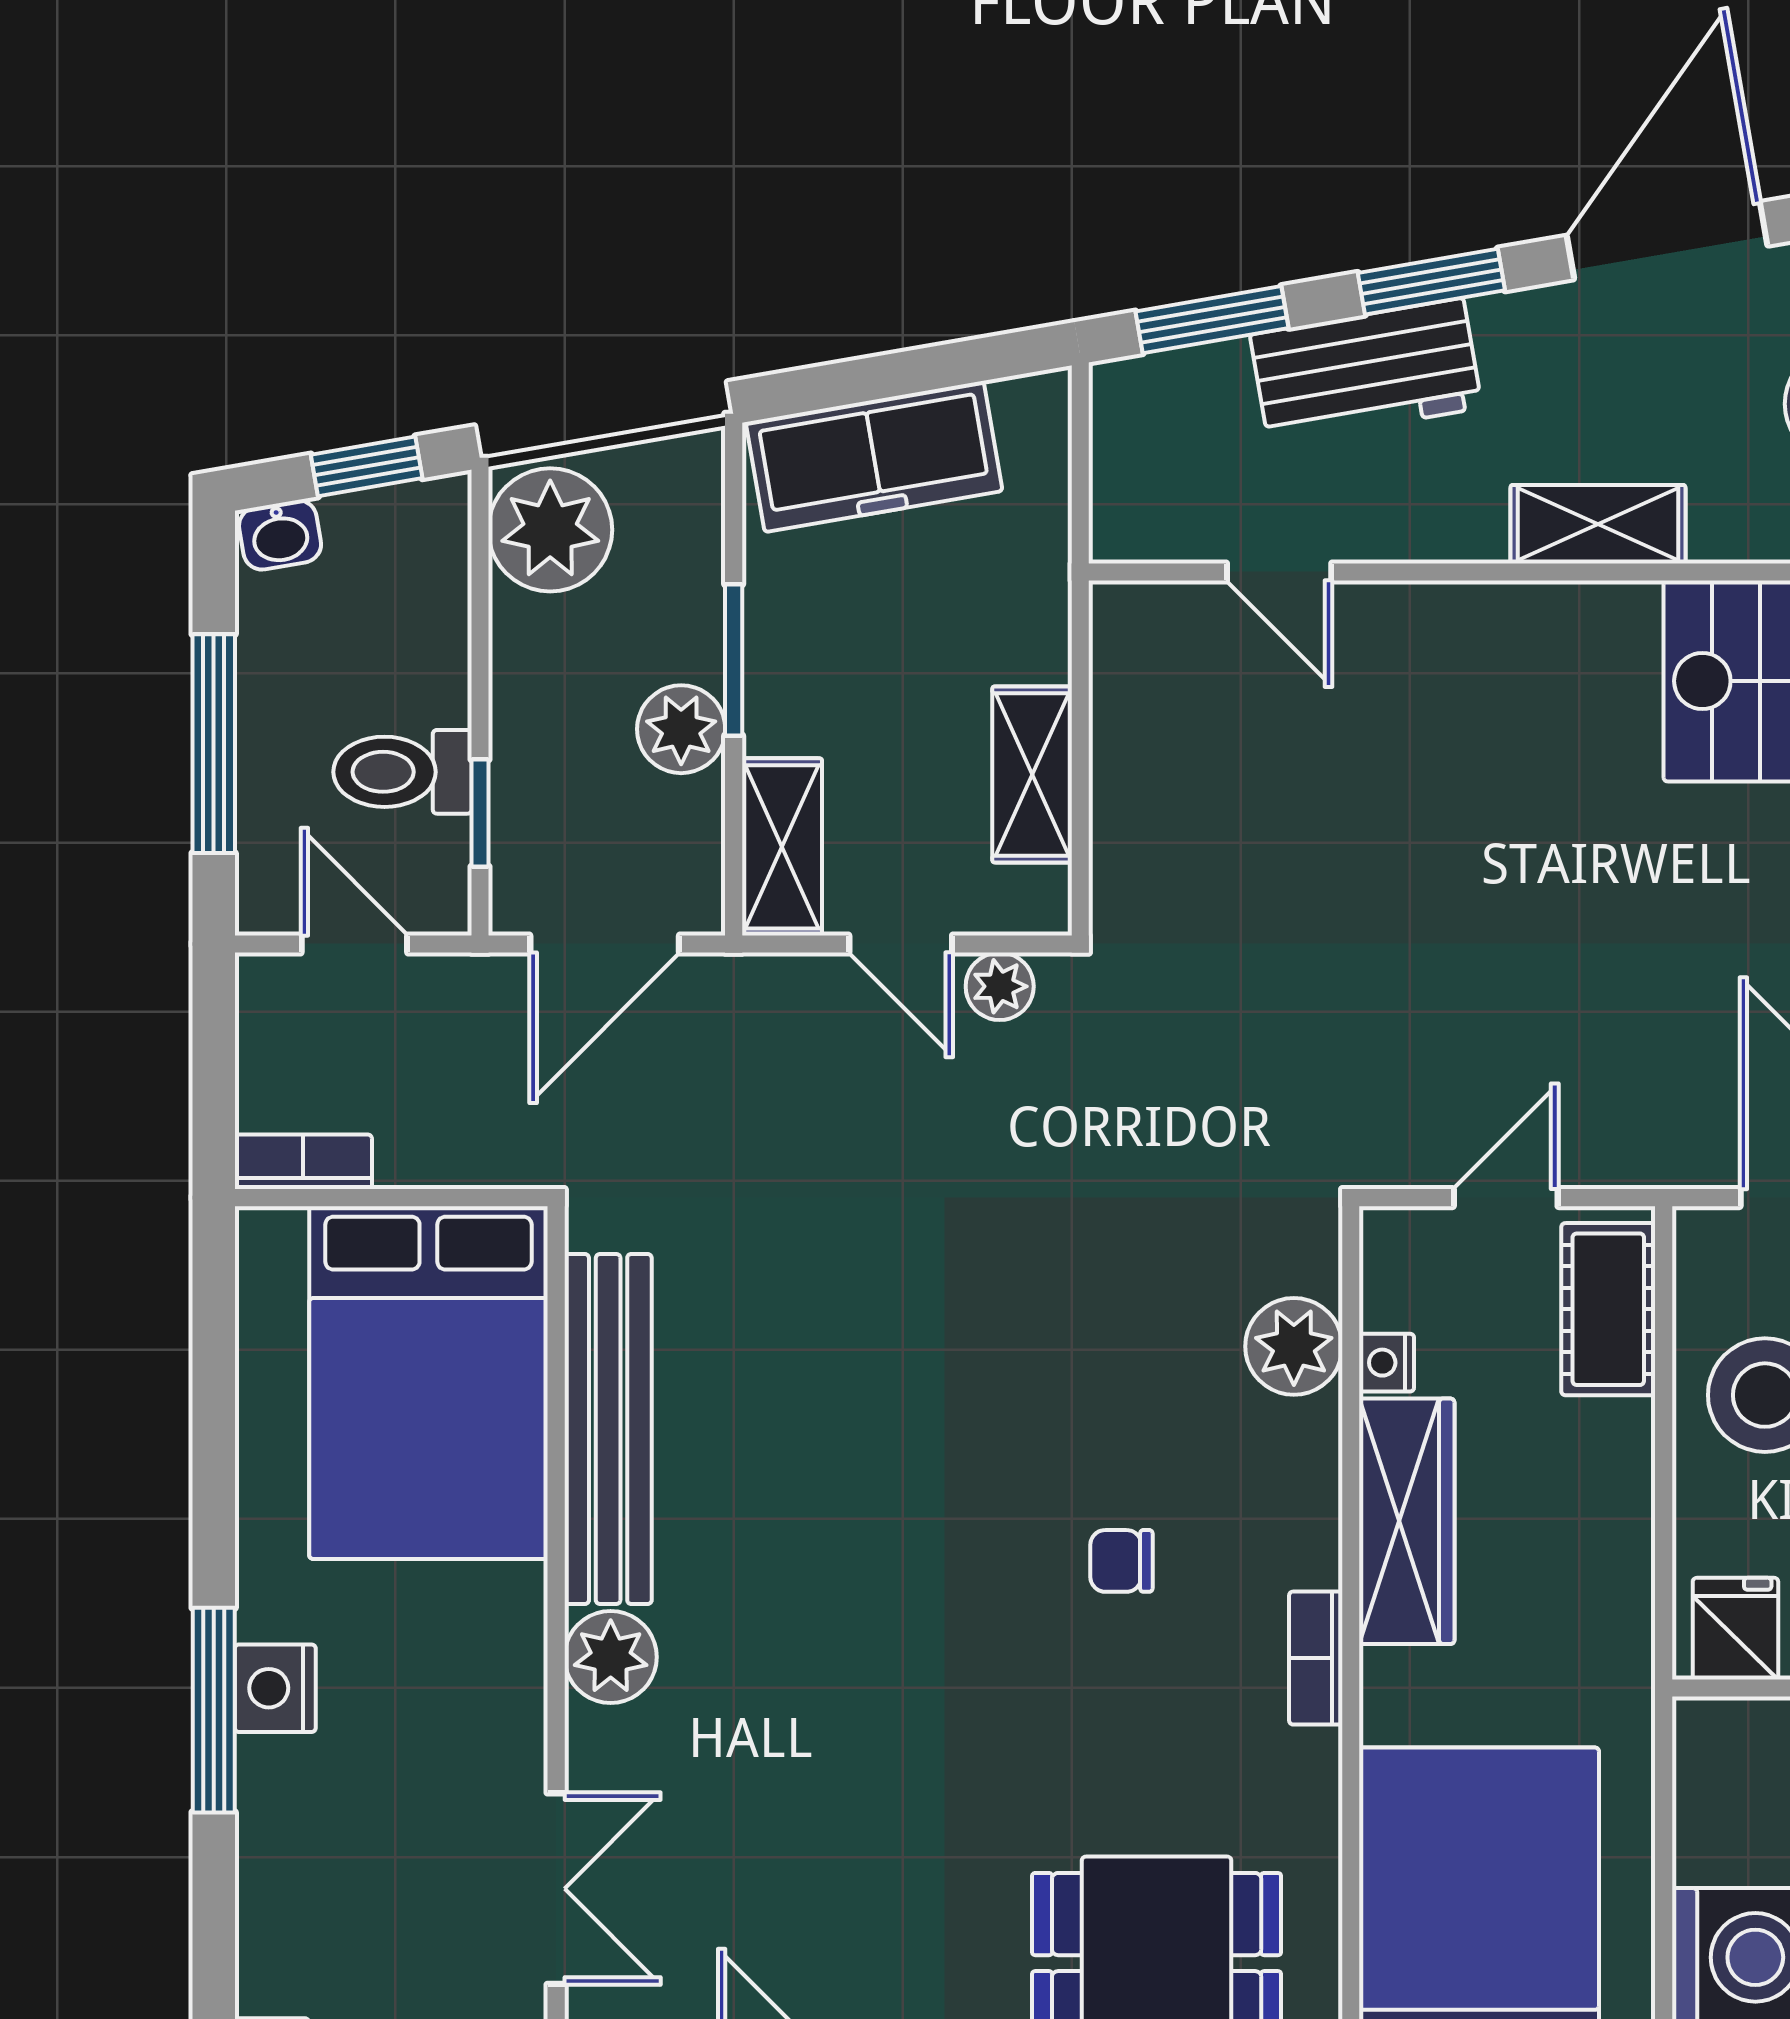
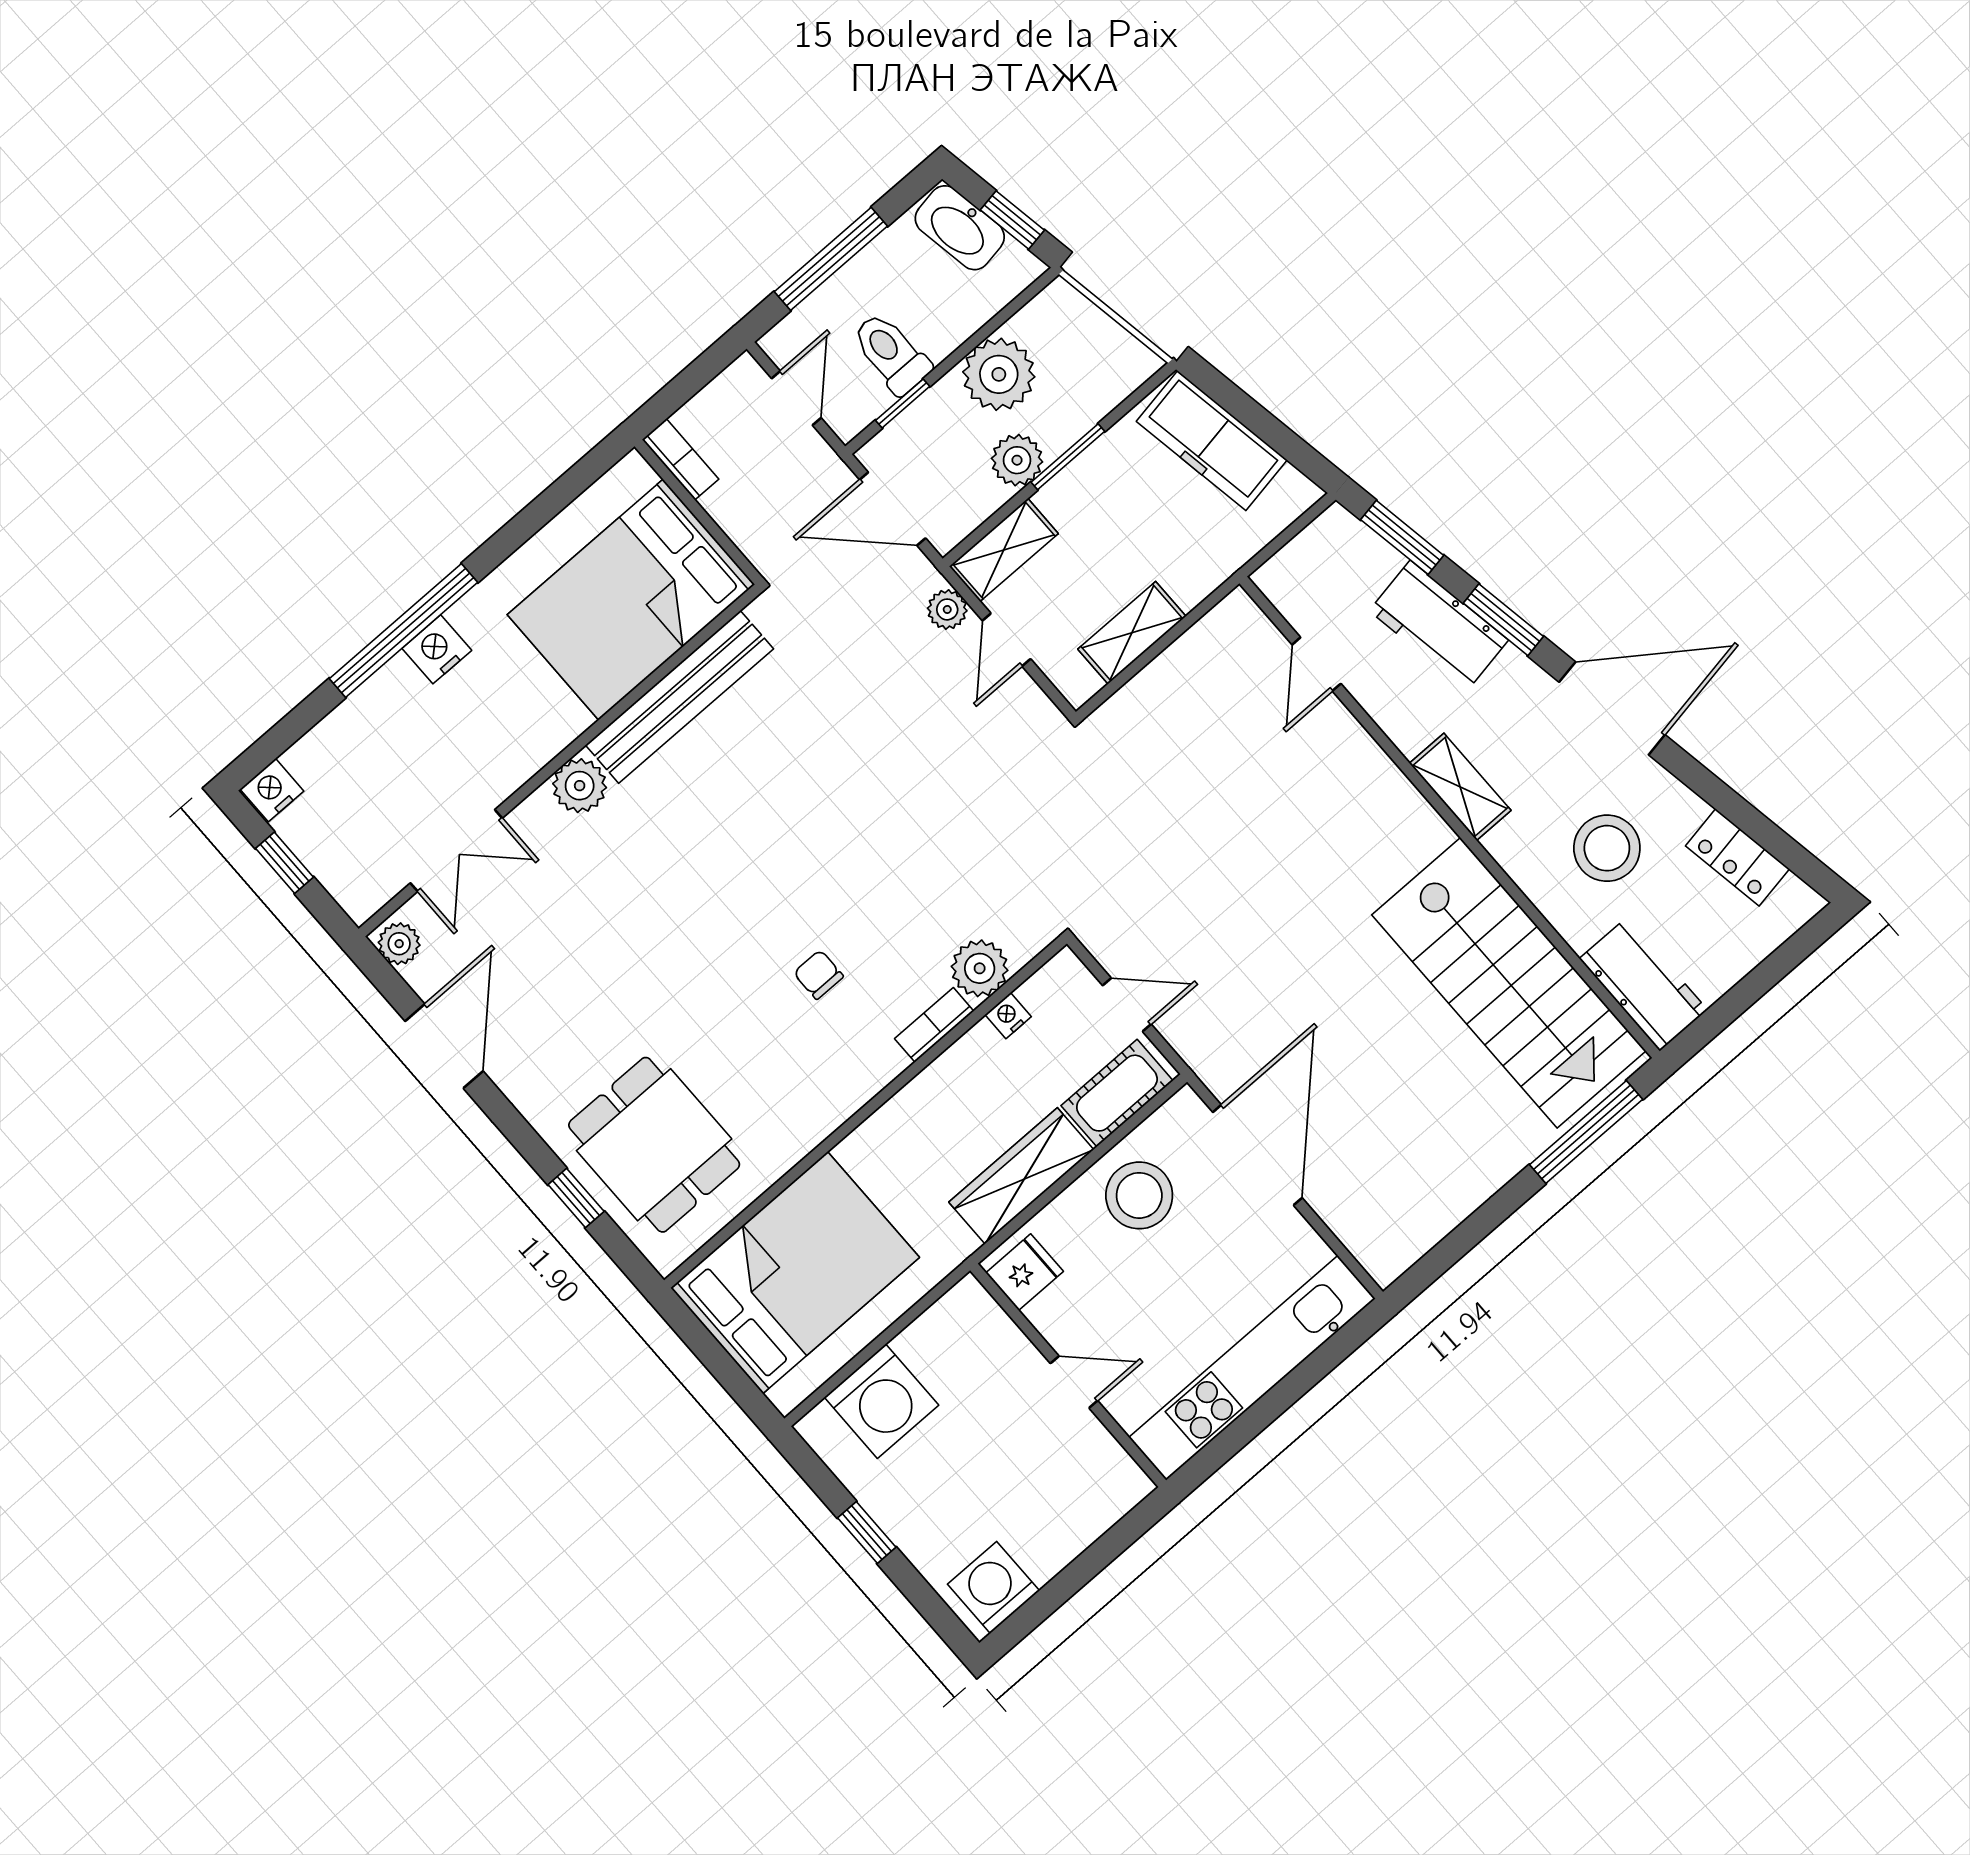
plant: (550, 530) -> (999, 374), moved
washbasin: (280, 535) -> (960, 228), width x1.91, depth x1.45
plant: (1000, 986) -> (947, 609), moved
wardrobe: (1407, 1521) -> (1021, 1176), moved, turned 180
bookcase: (1316, 1658) -> (934, 1025), moved
window: (214, 1710) -> (404, 630), width x1.46

